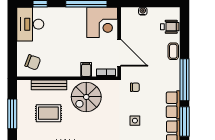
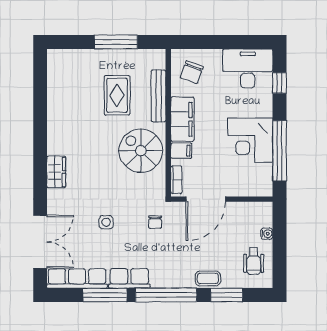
corner desk: (102, 22) -> (250, 140), moved
wheelchair: (170, 27) -> (254, 261), moved
window: (185, 38) -> (227, 295), added
filing cabinet: (65, 69) -> (182, 119), added

